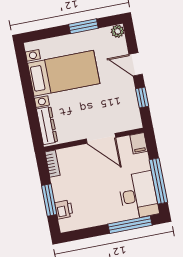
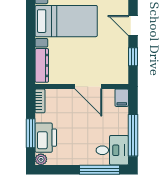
desk: (138, 195) -> (112, 150), width x0.73
printer: (64, 209) -> (46, 138), width x1.87, depth x1.48
plant: (66, 226) -> (41, 159), added

